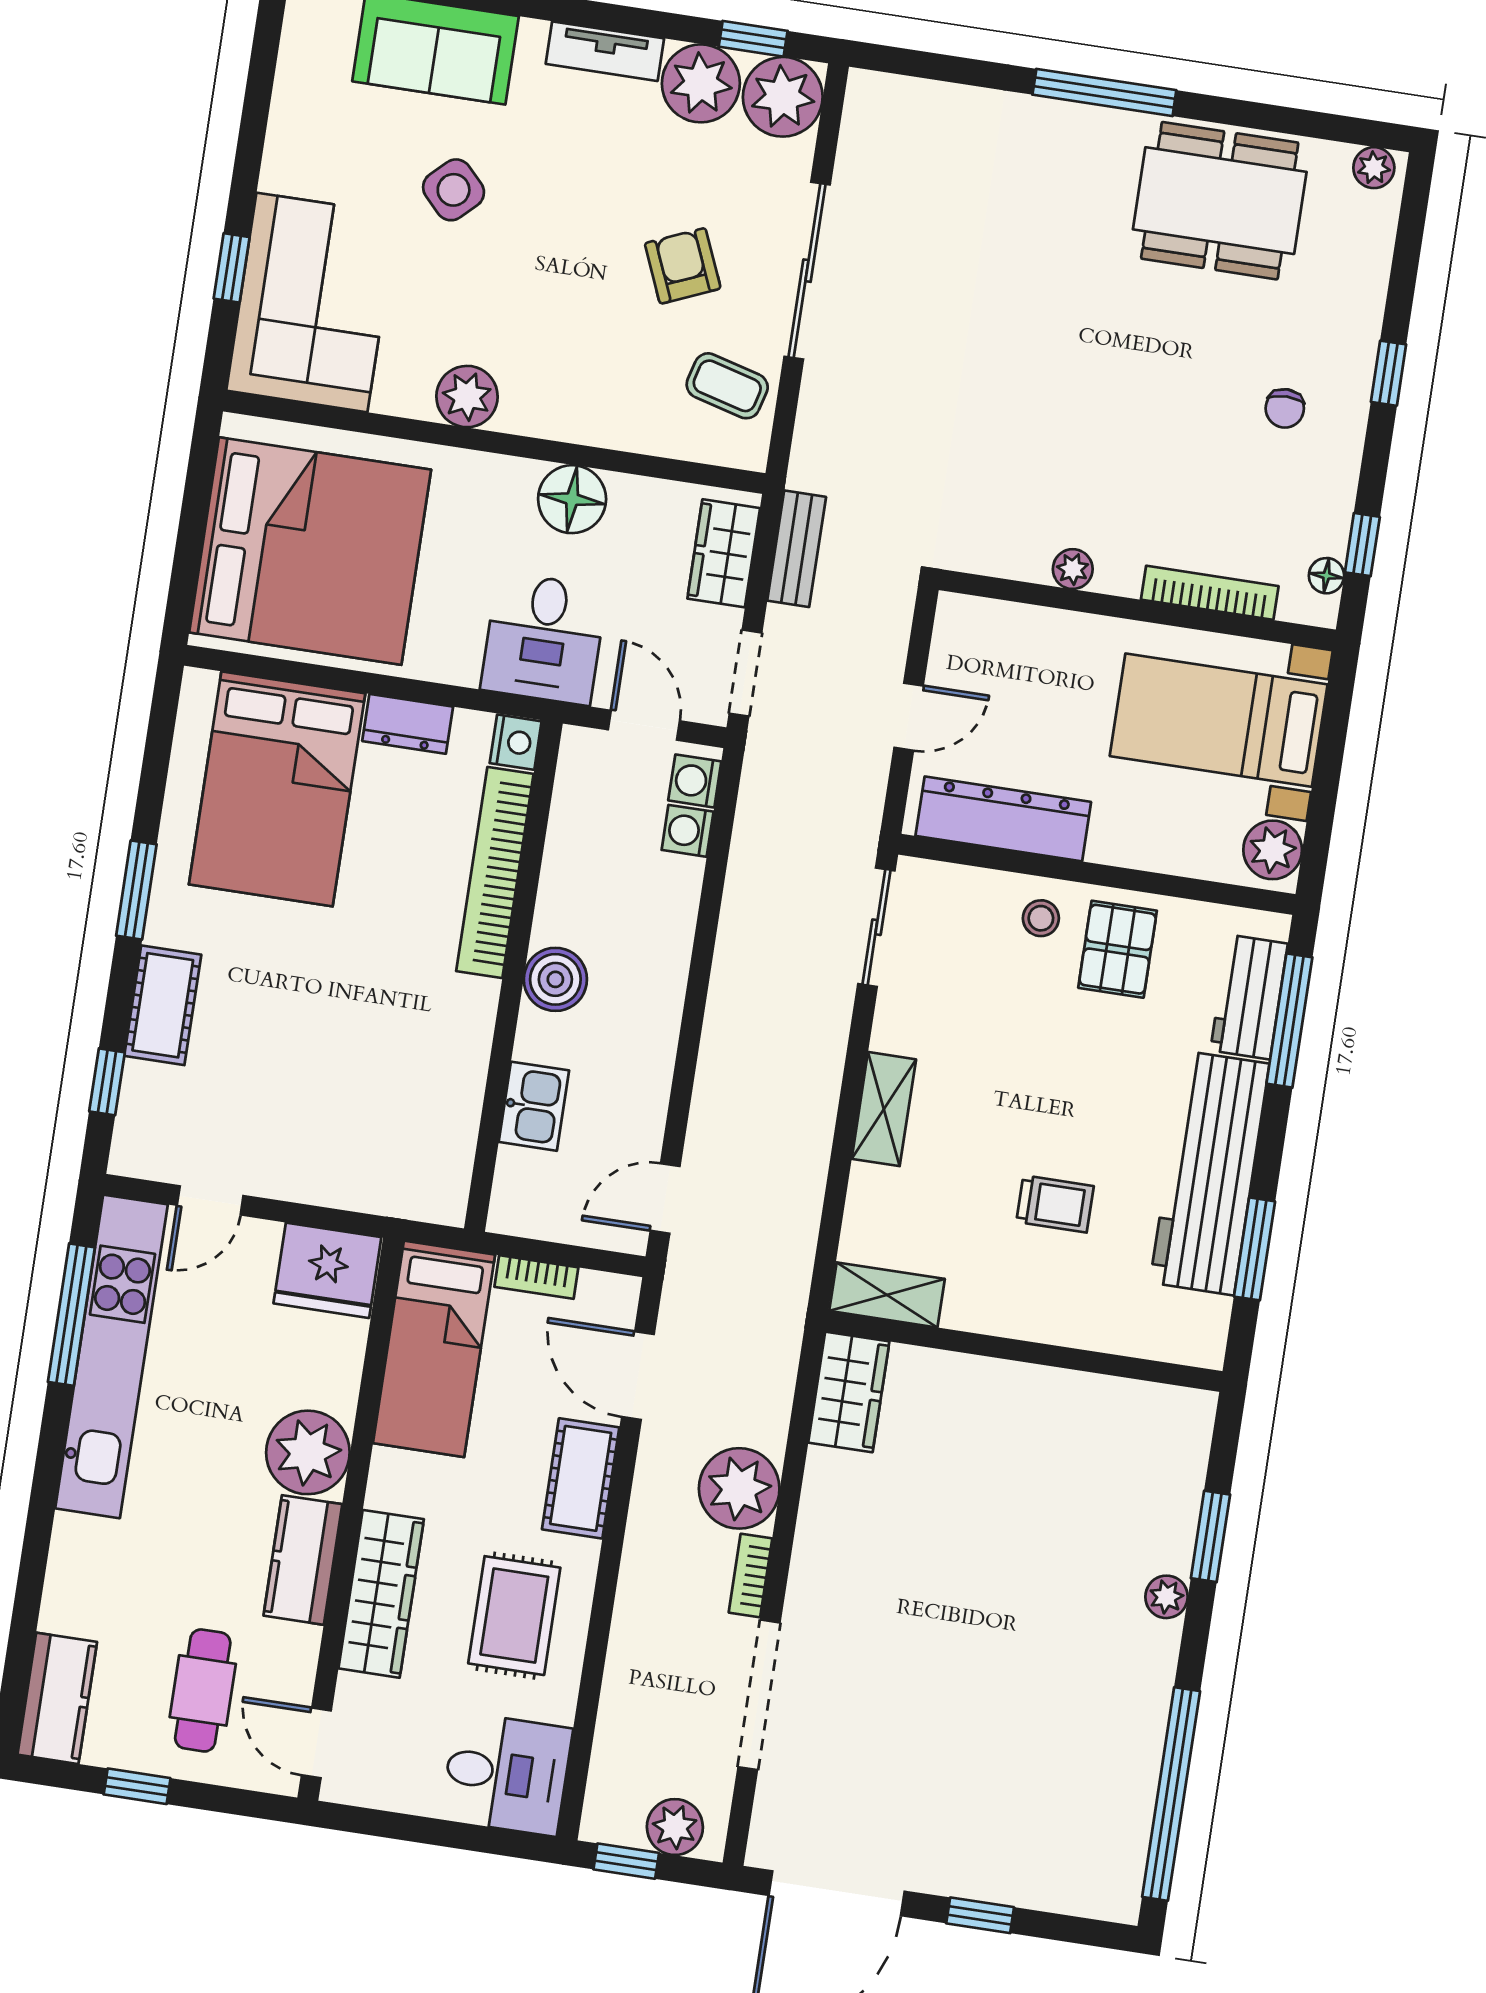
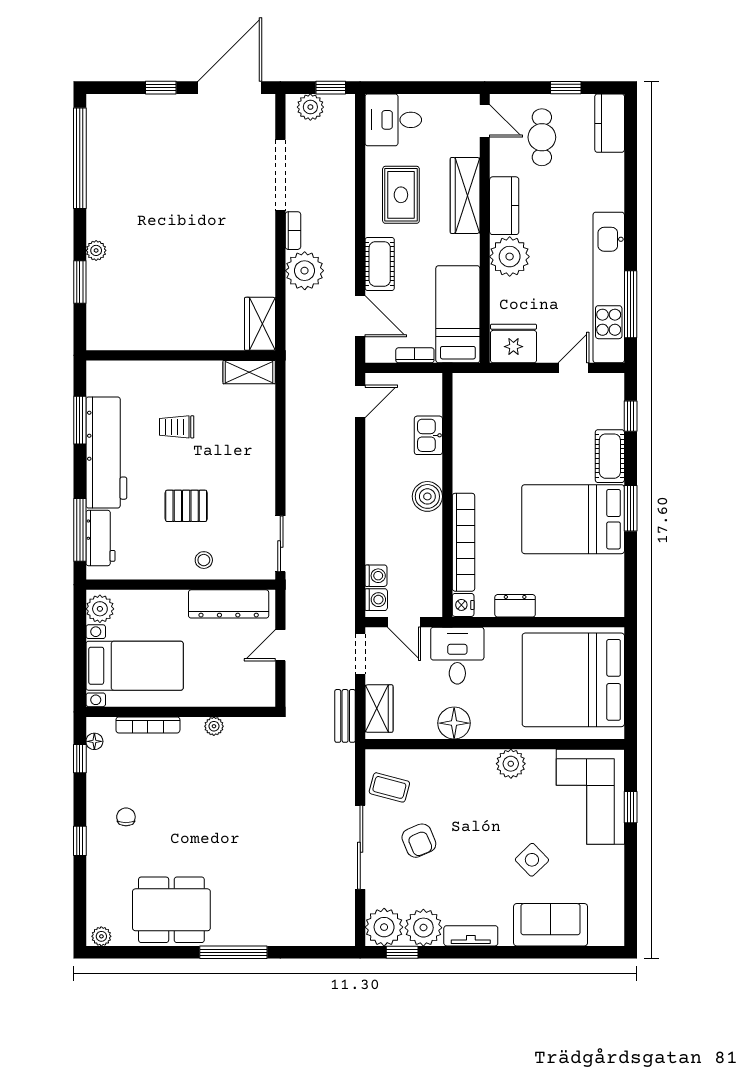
bed: (277, 789) -> (573, 519), moved, turned -90
pallet: (1118, 949) -> (186, 506), moved, turned 90
shelving: (884, 1109) -> (264, 459), removed

